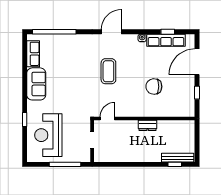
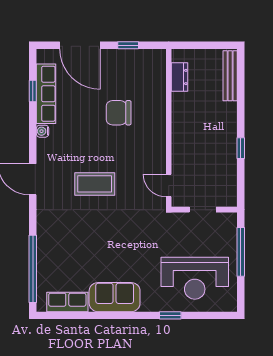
chair: (154, 86) -> (119, 113), turned 89
dresser: (148, 125) -> (180, 77), moved
window: (175, 164) -> (241, 148), moved

